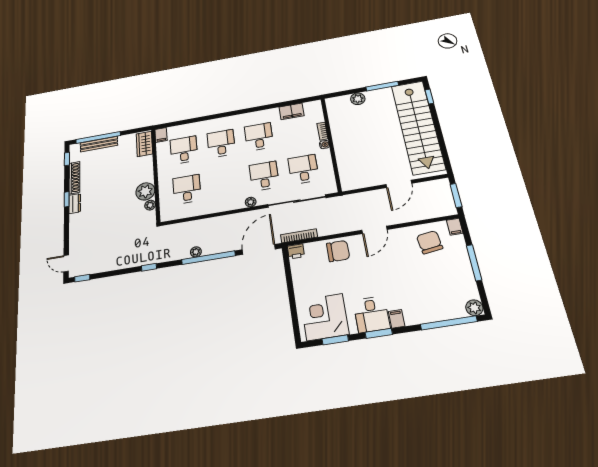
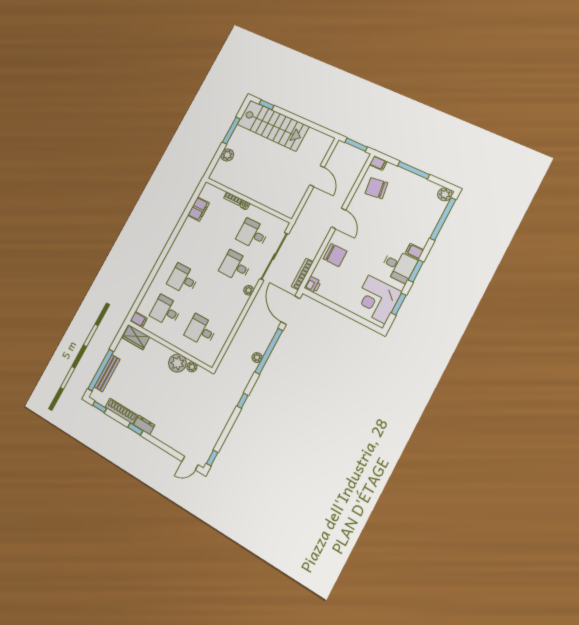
stairs: (418, 127) -> (273, 125), width x0.73
desk: (259, 137) -> (200, 247), removed
chair: (338, 251) -> (335, 255), turned 90

